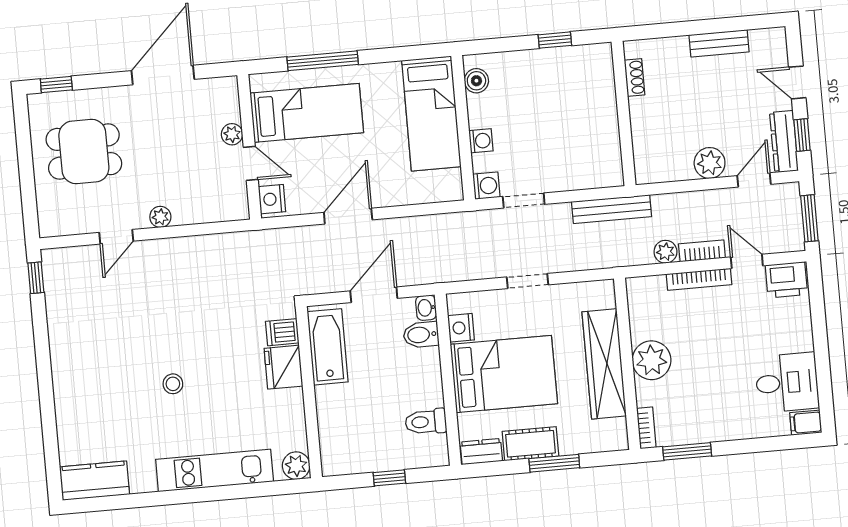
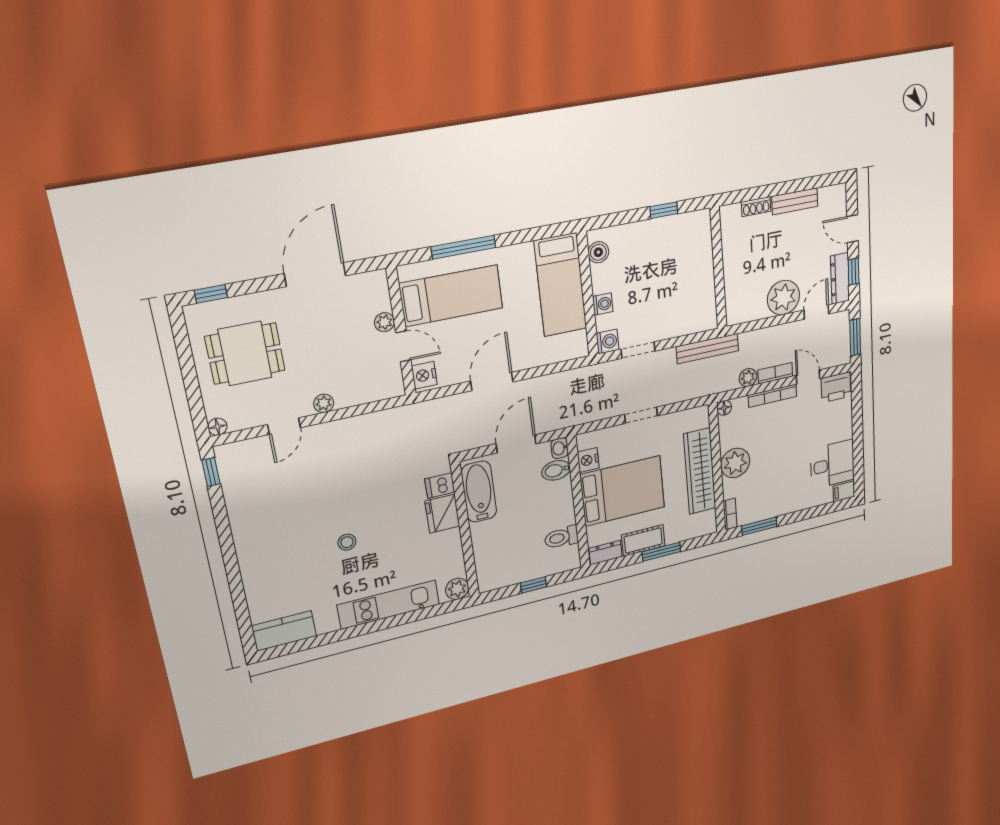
shoe rack: (635, 77) -> (756, 207), moved, turned 90
plant: (710, 163) -> (783, 298), width x1.36, depth x1.36
floor lamp: (48, 228) -> (217, 427), added
floor lamp: (635, 286) -> (724, 408), added

